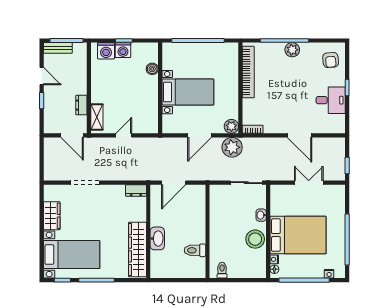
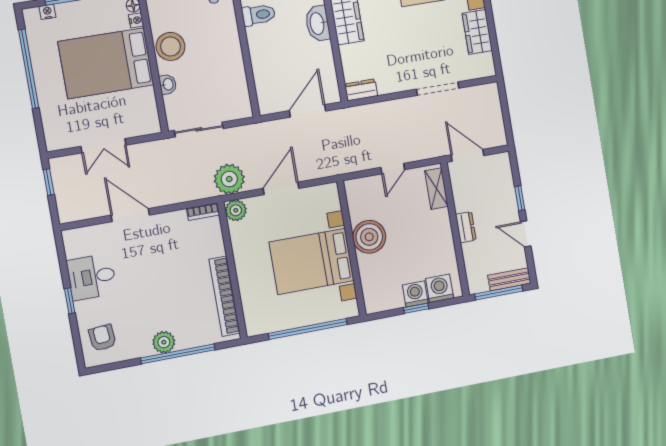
boiler: (152, 69) -> (369, 237), moved, width x1.86, depth x1.86
bed with nightstands: (188, 92) -> (312, 261), width x1.36
dresser: (81, 105) -> (466, 227), moved

